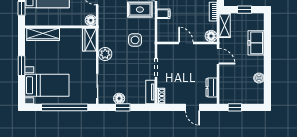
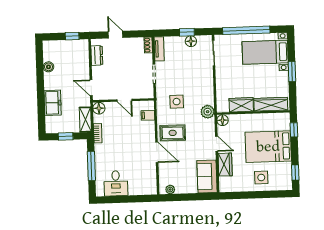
filing cabinet: (164, 14) -> (148, 115), moved
wardrobe: (89, 40) -> (241, 105), moved, turned -90
plant: (105, 54) -> (208, 112), moved

